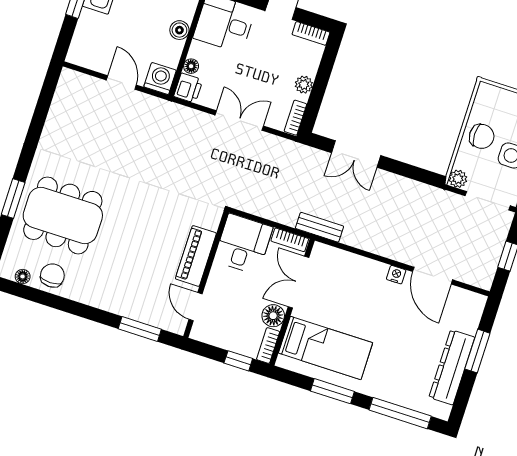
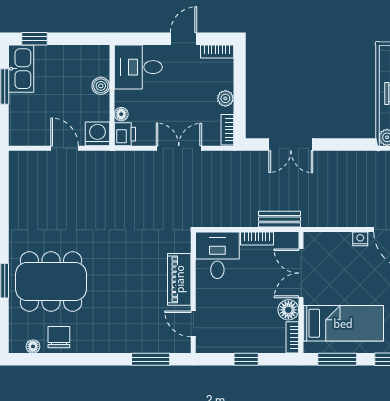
double door: (298, 282) -> (301, 273), moved
wall: (292, 302) -> (301, 293), moved
floor lamp: (273, 316) -> (288, 310), moved
bookcase: (268, 346) -> (292, 337), moved
bed: (326, 348) -> (343, 323), moved

